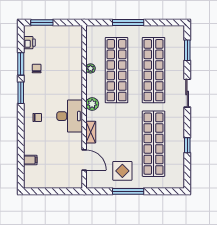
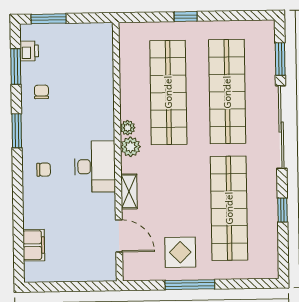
window: (128, 22) -> (186, 16), width x0.46
window: (21, 64) -> (16, 67), moved
plant: (90, 68) -> (128, 128), moved
sliding door: (187, 93) -> (281, 127), width x1.86
filing cabinet: (30, 160) -> (34, 245), width x2.00

